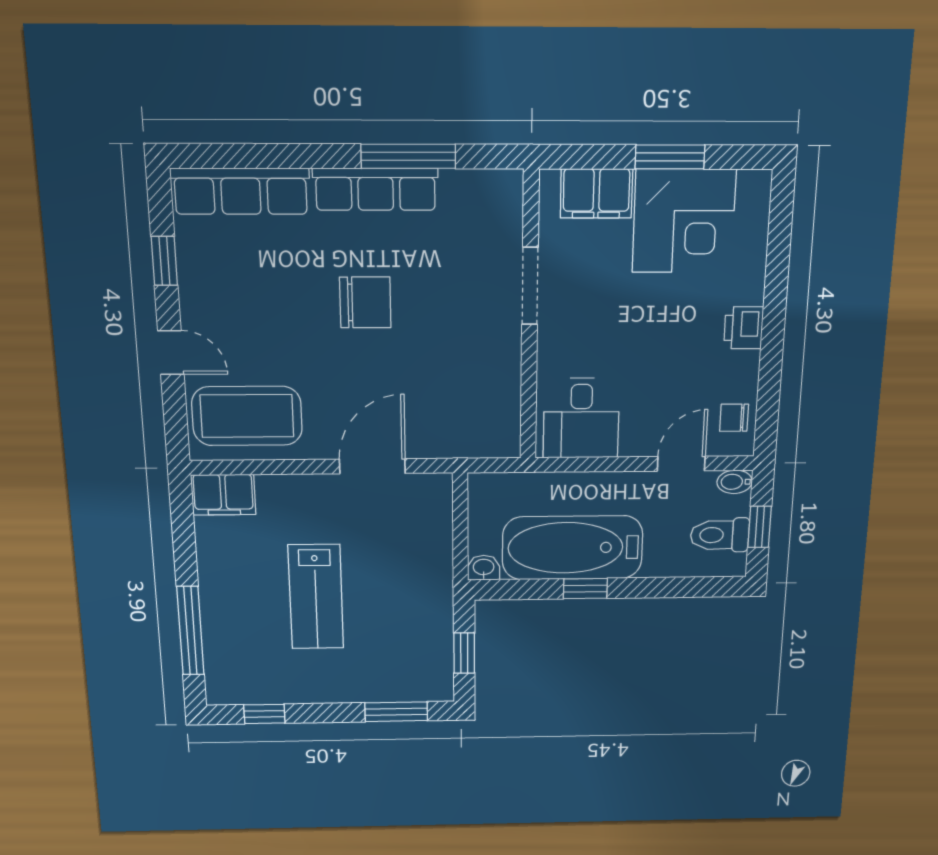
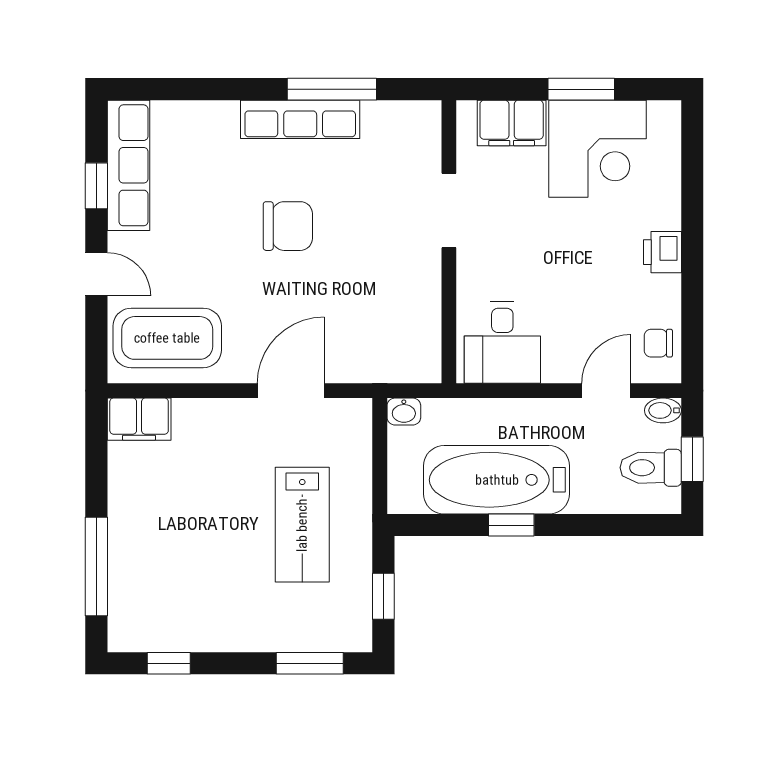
row of seats: (241, 191) -> (128, 165), moved, turned -90
washbasin: (484, 568) -> (404, 412), moved, turned 180
lab bench: (316, 597) -> (302, 525), moved

